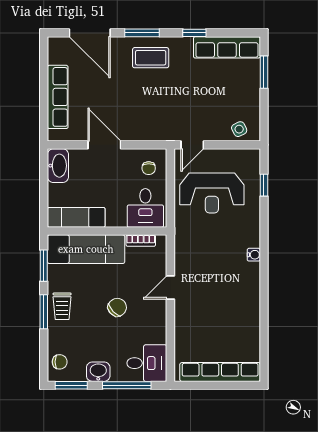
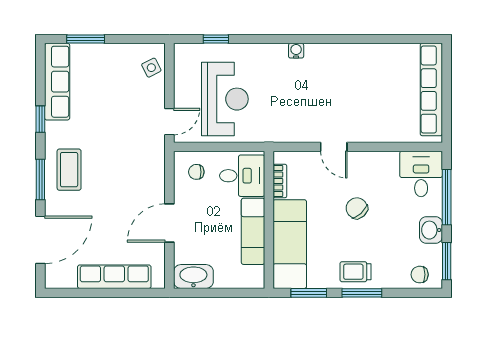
door: (192, 145) -> (169, 122), hinge flipped
chair: (149, 168) -> (196, 172), turned 180
exam couch: (76, 217) -> (253, 231), moved
trolley: (62, 306) -> (356, 272), turned 180
chair: (60, 362) -> (420, 275), turned -90

